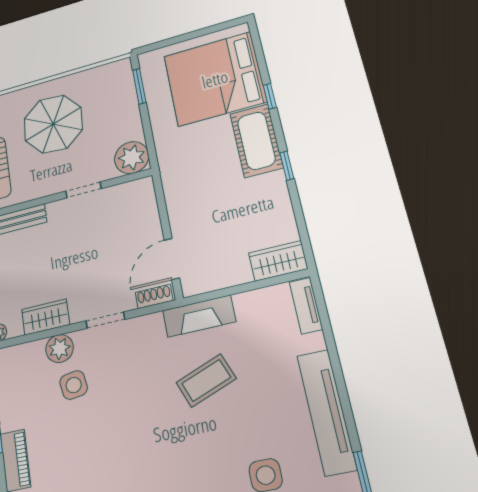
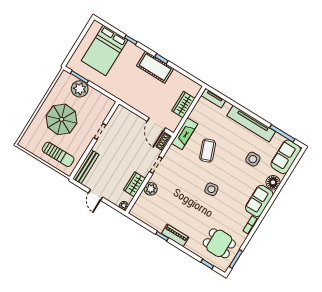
bed: (215, 79) -> (104, 50), width x0.73
cot: (256, 141) -> (155, 67), moved
plant: (132, 158) -> (80, 89), moved
wardrobe: (278, 261) -> (183, 105), moved
side table: (74, 385) -> (211, 189), moved

